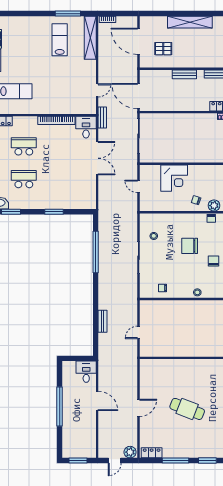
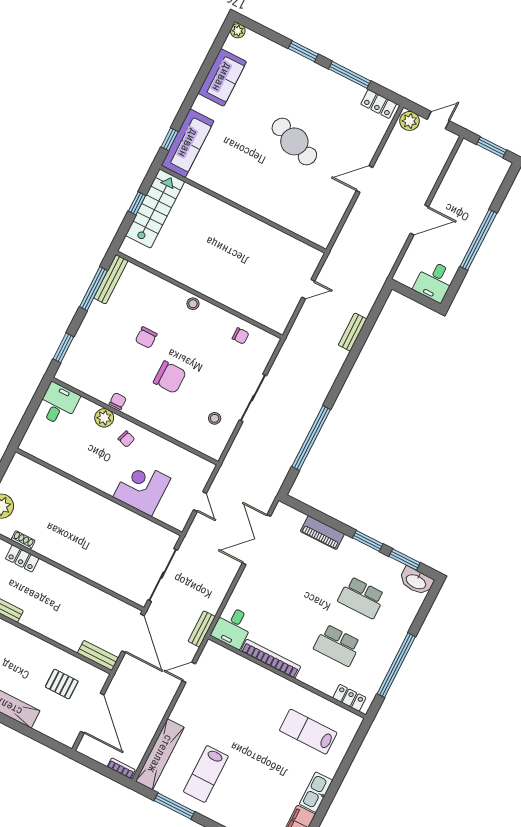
bench: (184, 74) -> (98, 655), moved
double door: (97, 158) -> (256, 540), moved
piano: (63, 204) -> (322, 533), added
window: (54, 212) -> (368, 541), moved
desk: (86, 372) -> (434, 281), moved
door: (97, 401) -> (419, 220), swing flipped

